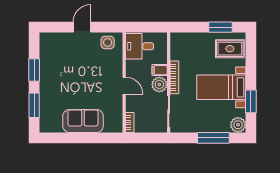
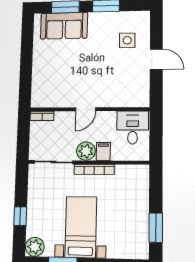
side table: (108, 42) -> (127, 40), moved
rug: (230, 49) -> (128, 239), removed
sofa: (83, 121) -> (64, 26), moved, turned 90
window: (213, 138) -> (20, 216), width x0.46

